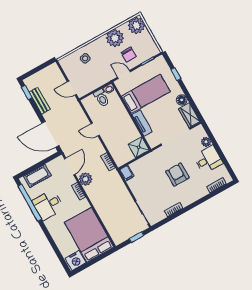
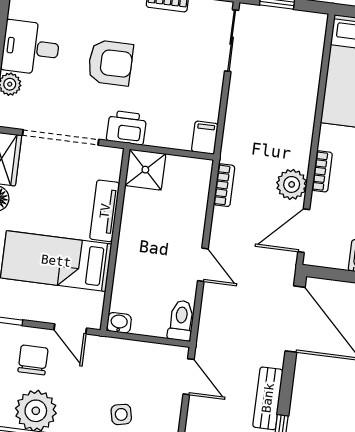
toilet: (102, 98) -> (181, 320), moved
printer: (156, 157) -> (127, 128), added
armchair: (177, 174) -> (110, 63), turned -90

